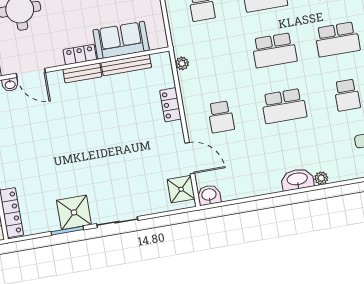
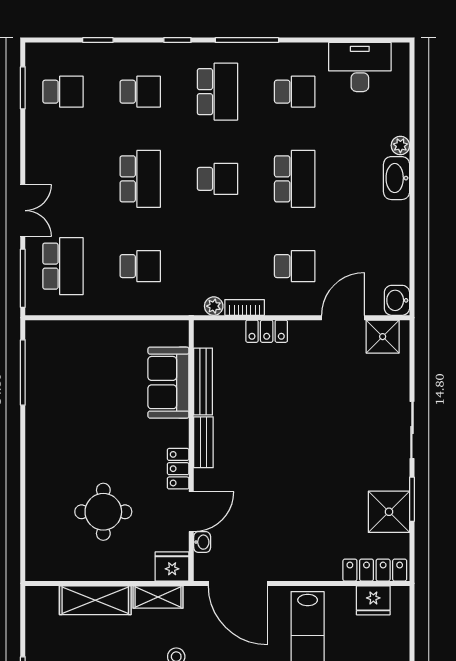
school desk: (274, 50) -> (217, 179), width x0.54
locker: (80, 55) -> (178, 469), moved
bookcase: (185, 86) -> (245, 307), added
shower: (74, 212) -> (389, 512), moved

